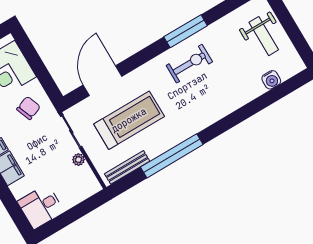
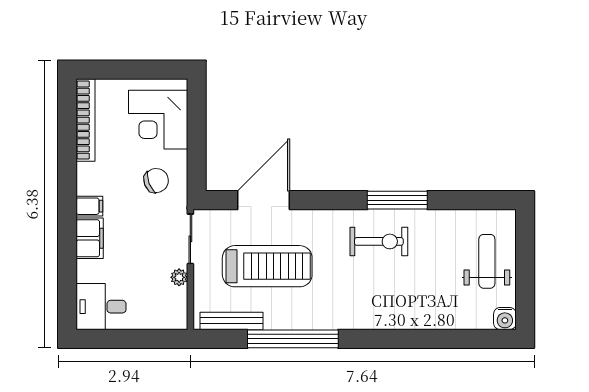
weight bench: (264, 36) -> (487, 261), turned 180
water cooler: (271, 80) -> (505, 319), moved

